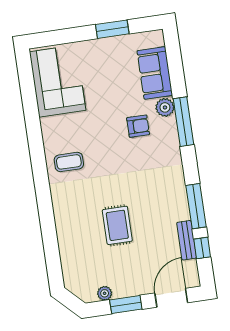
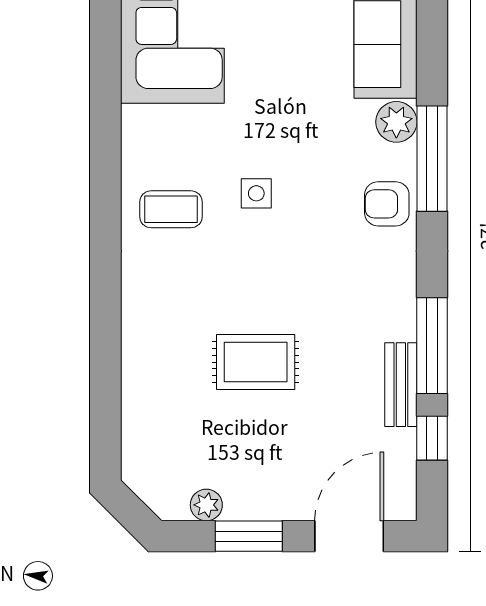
armchair: (138, 126) -> (387, 204), moved, turned 180
side table: (106, 149) -> (256, 193), added
rug: (117, 225) -> (256, 362), turned 90
bench: (187, 240) -> (401, 385), moved

